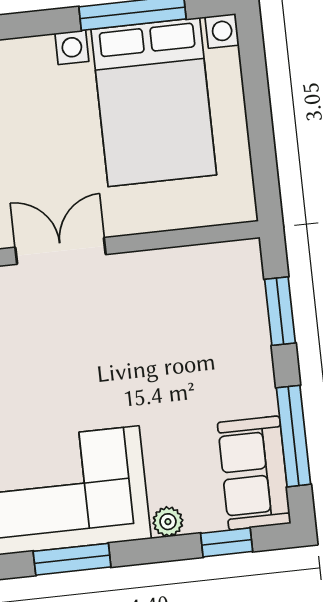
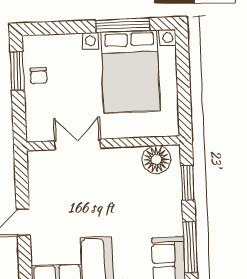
floor lamp: (216, 270) -> (156, 160), added

